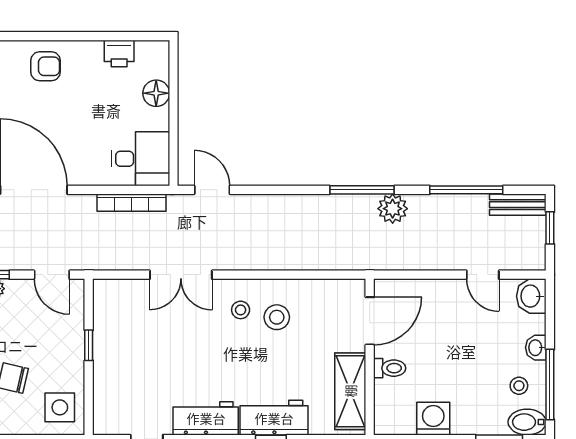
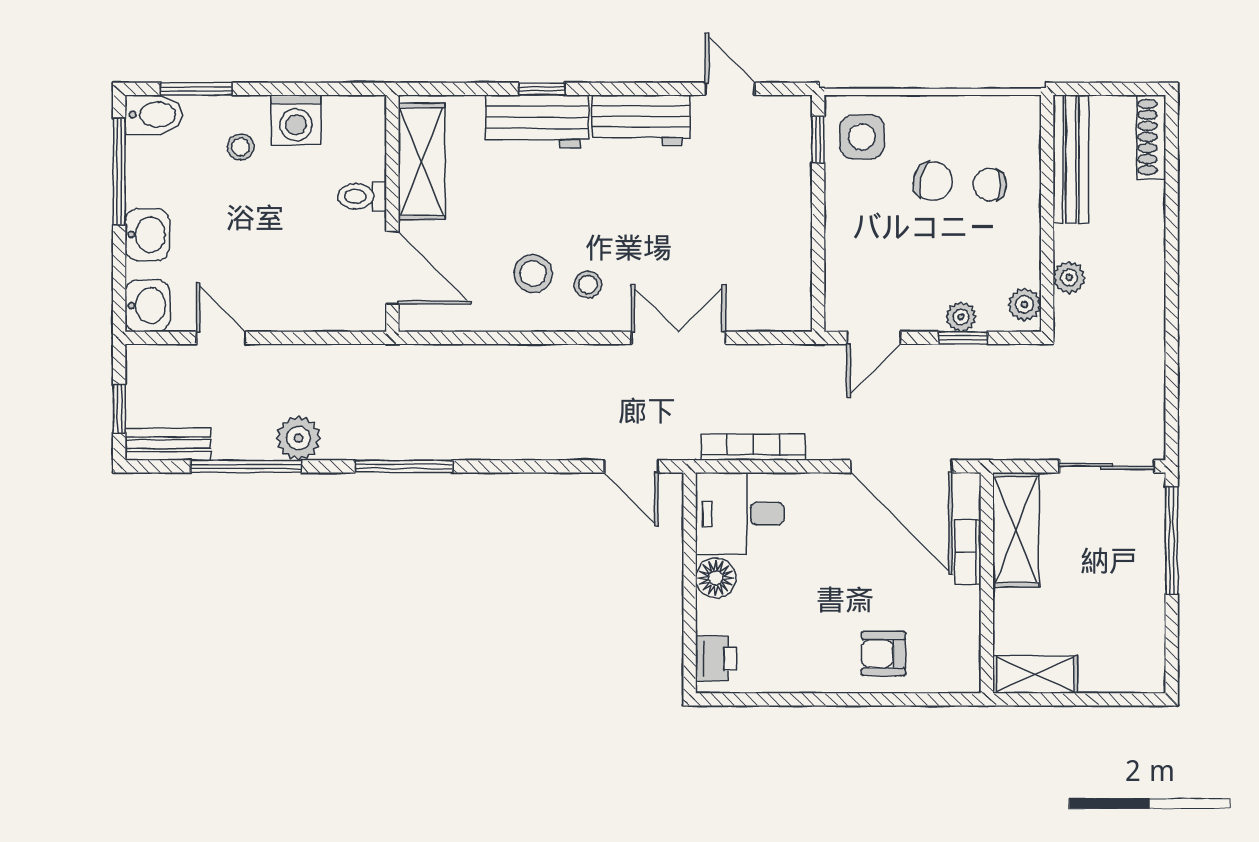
printer: (119, 54) -> (716, 659), moved, turned 90
floor lamp: (156, 93) -> (716, 578), moved
plant: (393, 209) -> (299, 438), moved
door: (52, 275) -> (874, 338), swing flipped
door: (370, 321) -> (392, 268), swing flipped
window: (89, 345) -> (818, 140), moved
washbasin: (536, 348) -> (147, 235), width x1.38, depth x1.45
stool: (519, 386) -> (241, 147), moved

